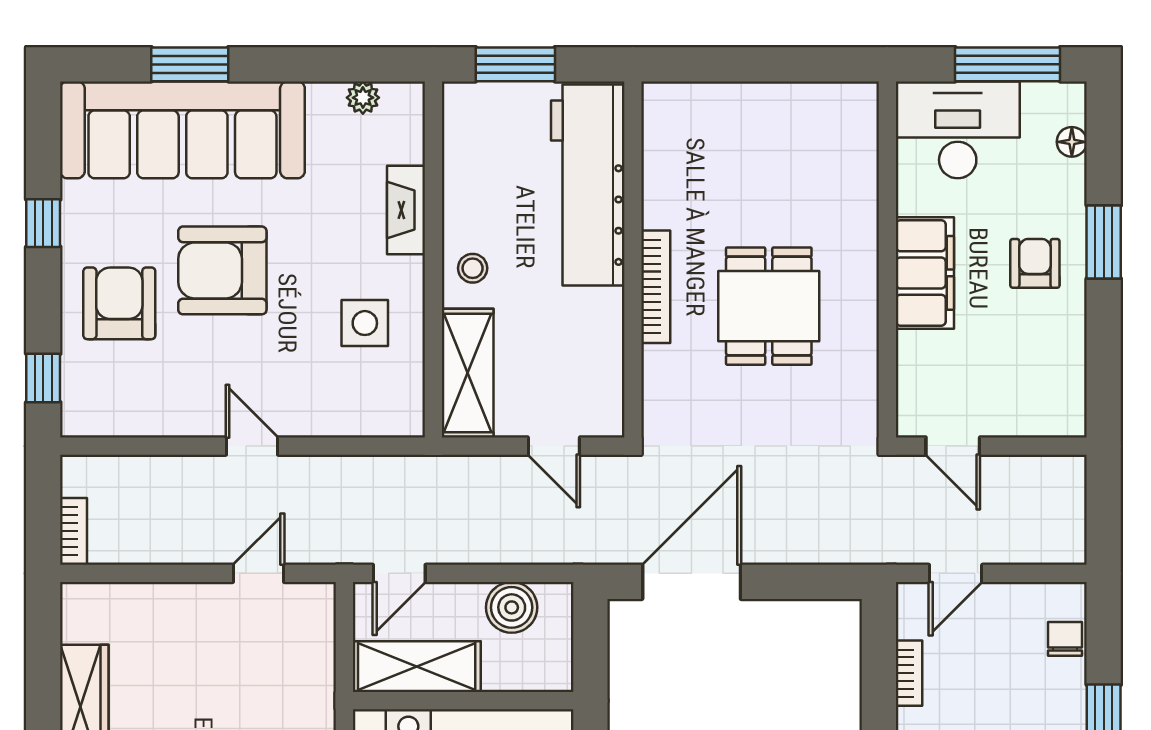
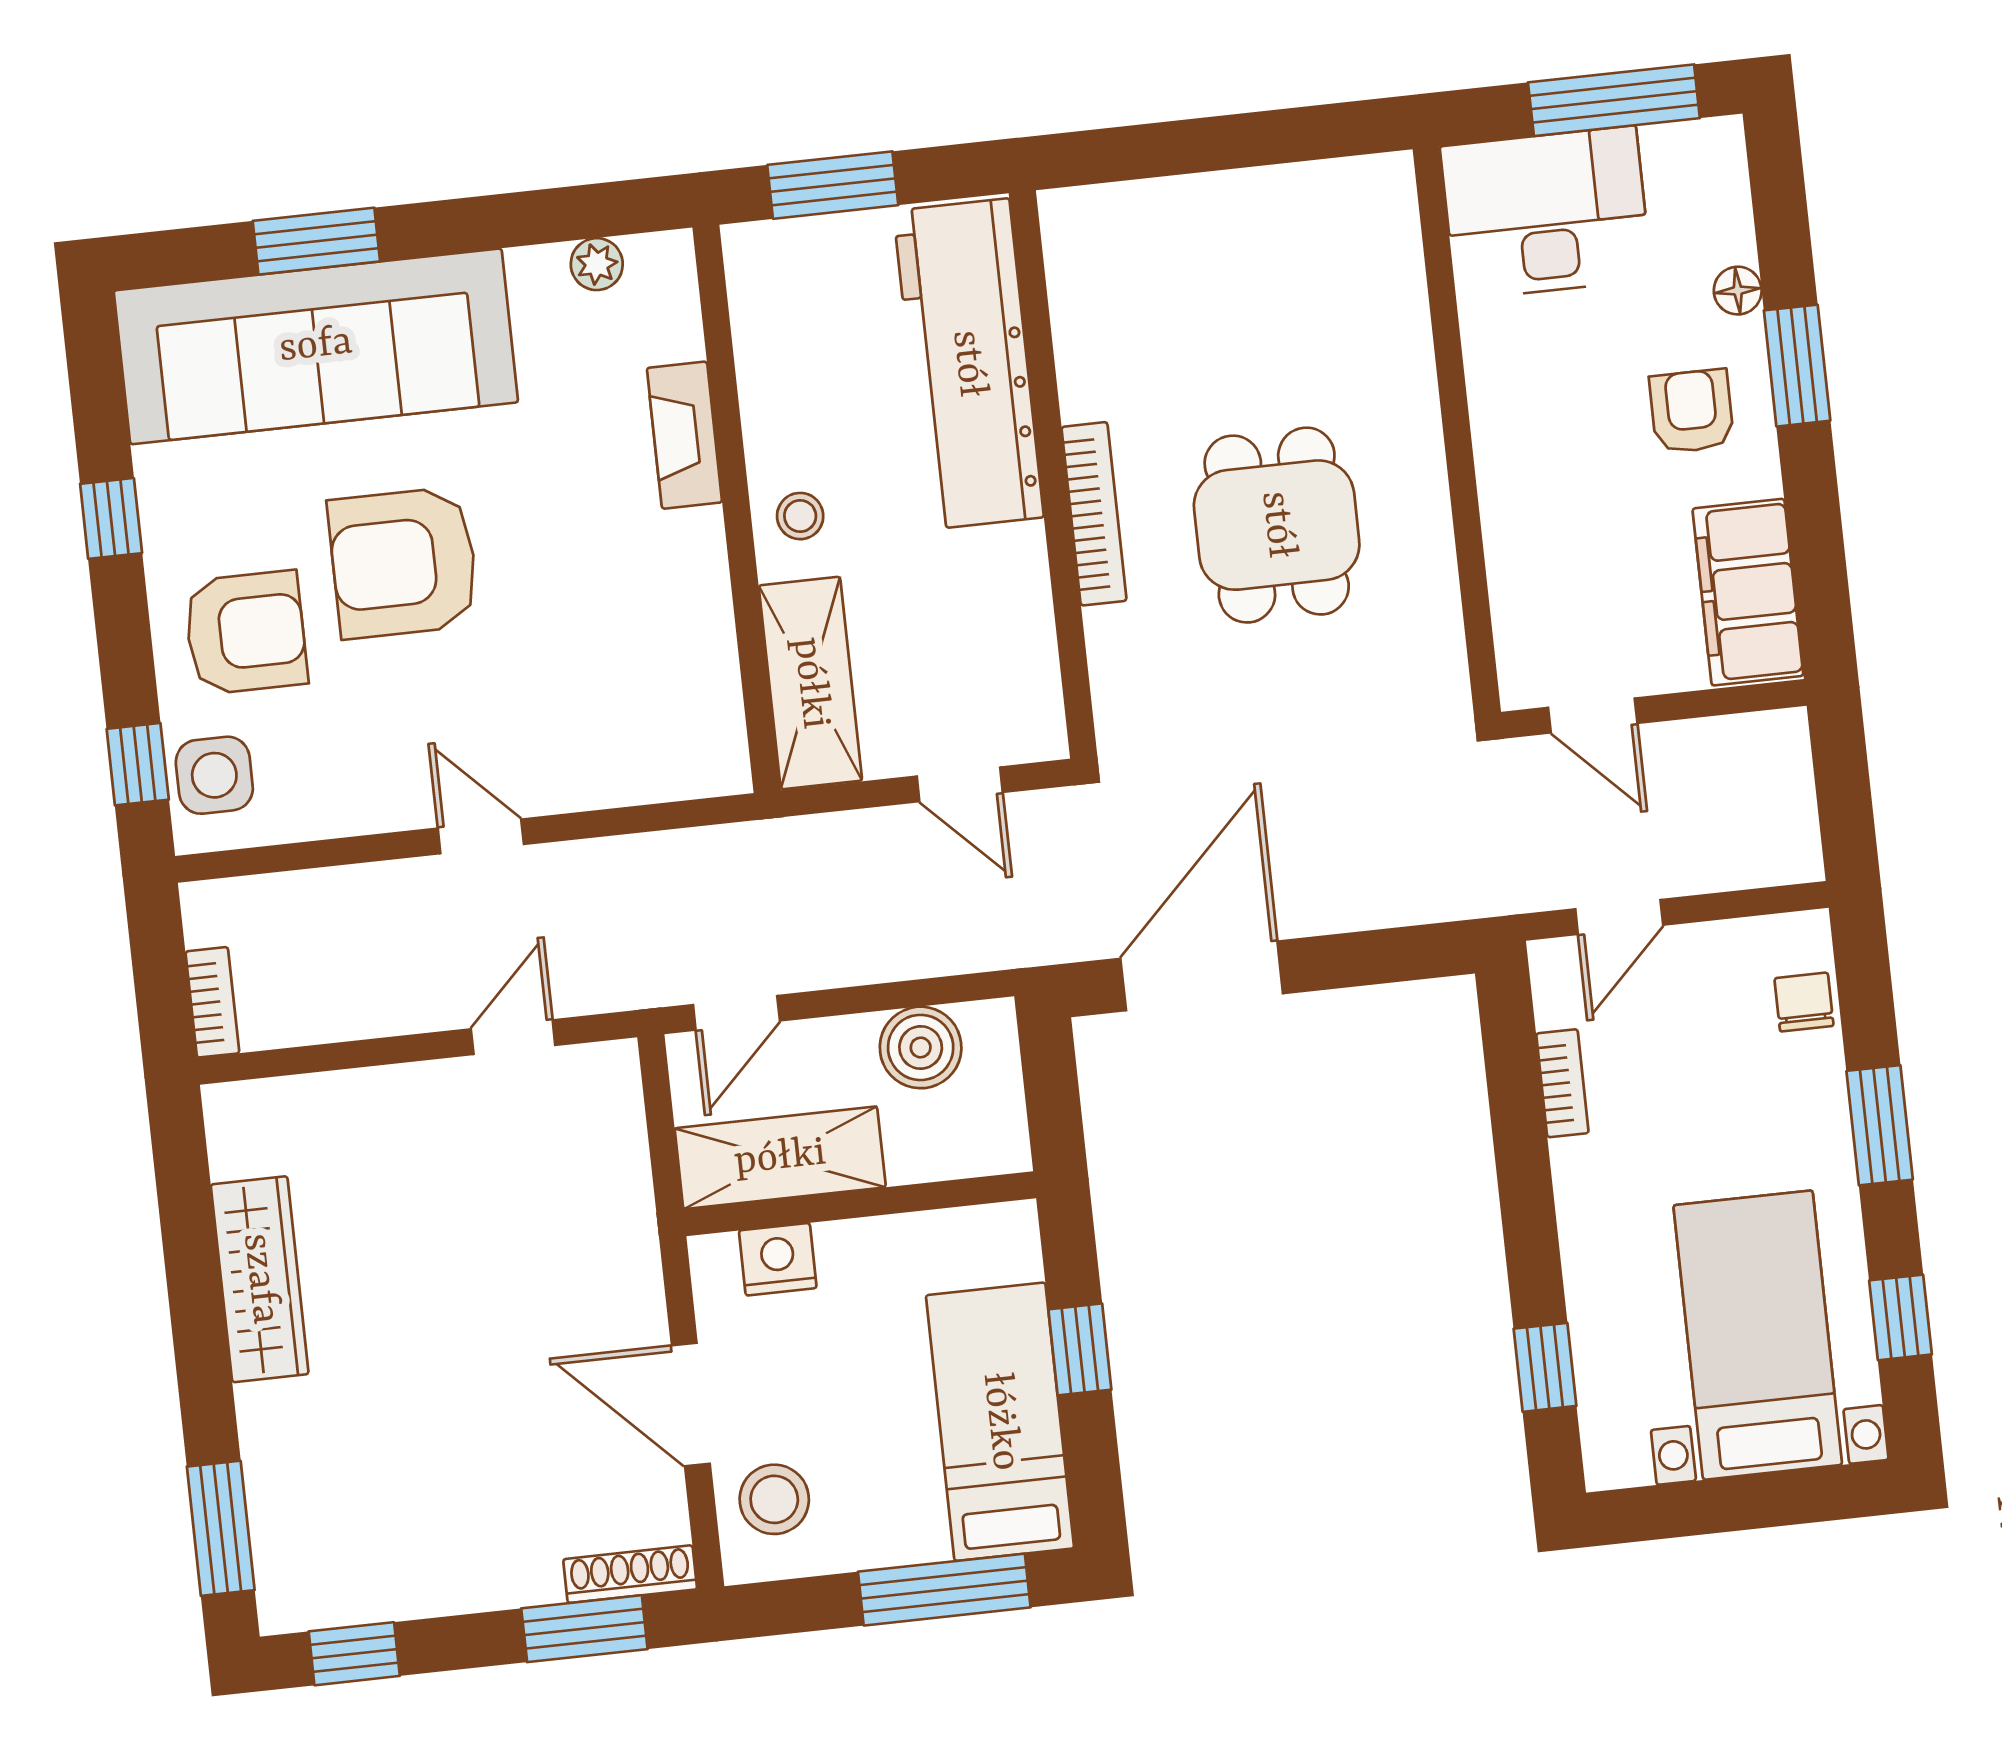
floor lamp: (1072, 142) -> (1738, 291), moved
filing cabinet: (925, 273) -> (1748, 592), moved, turned 180
armchair: (119, 303) -> (246, 633), turned 90
side table: (365, 323) -> (214, 775), moved

